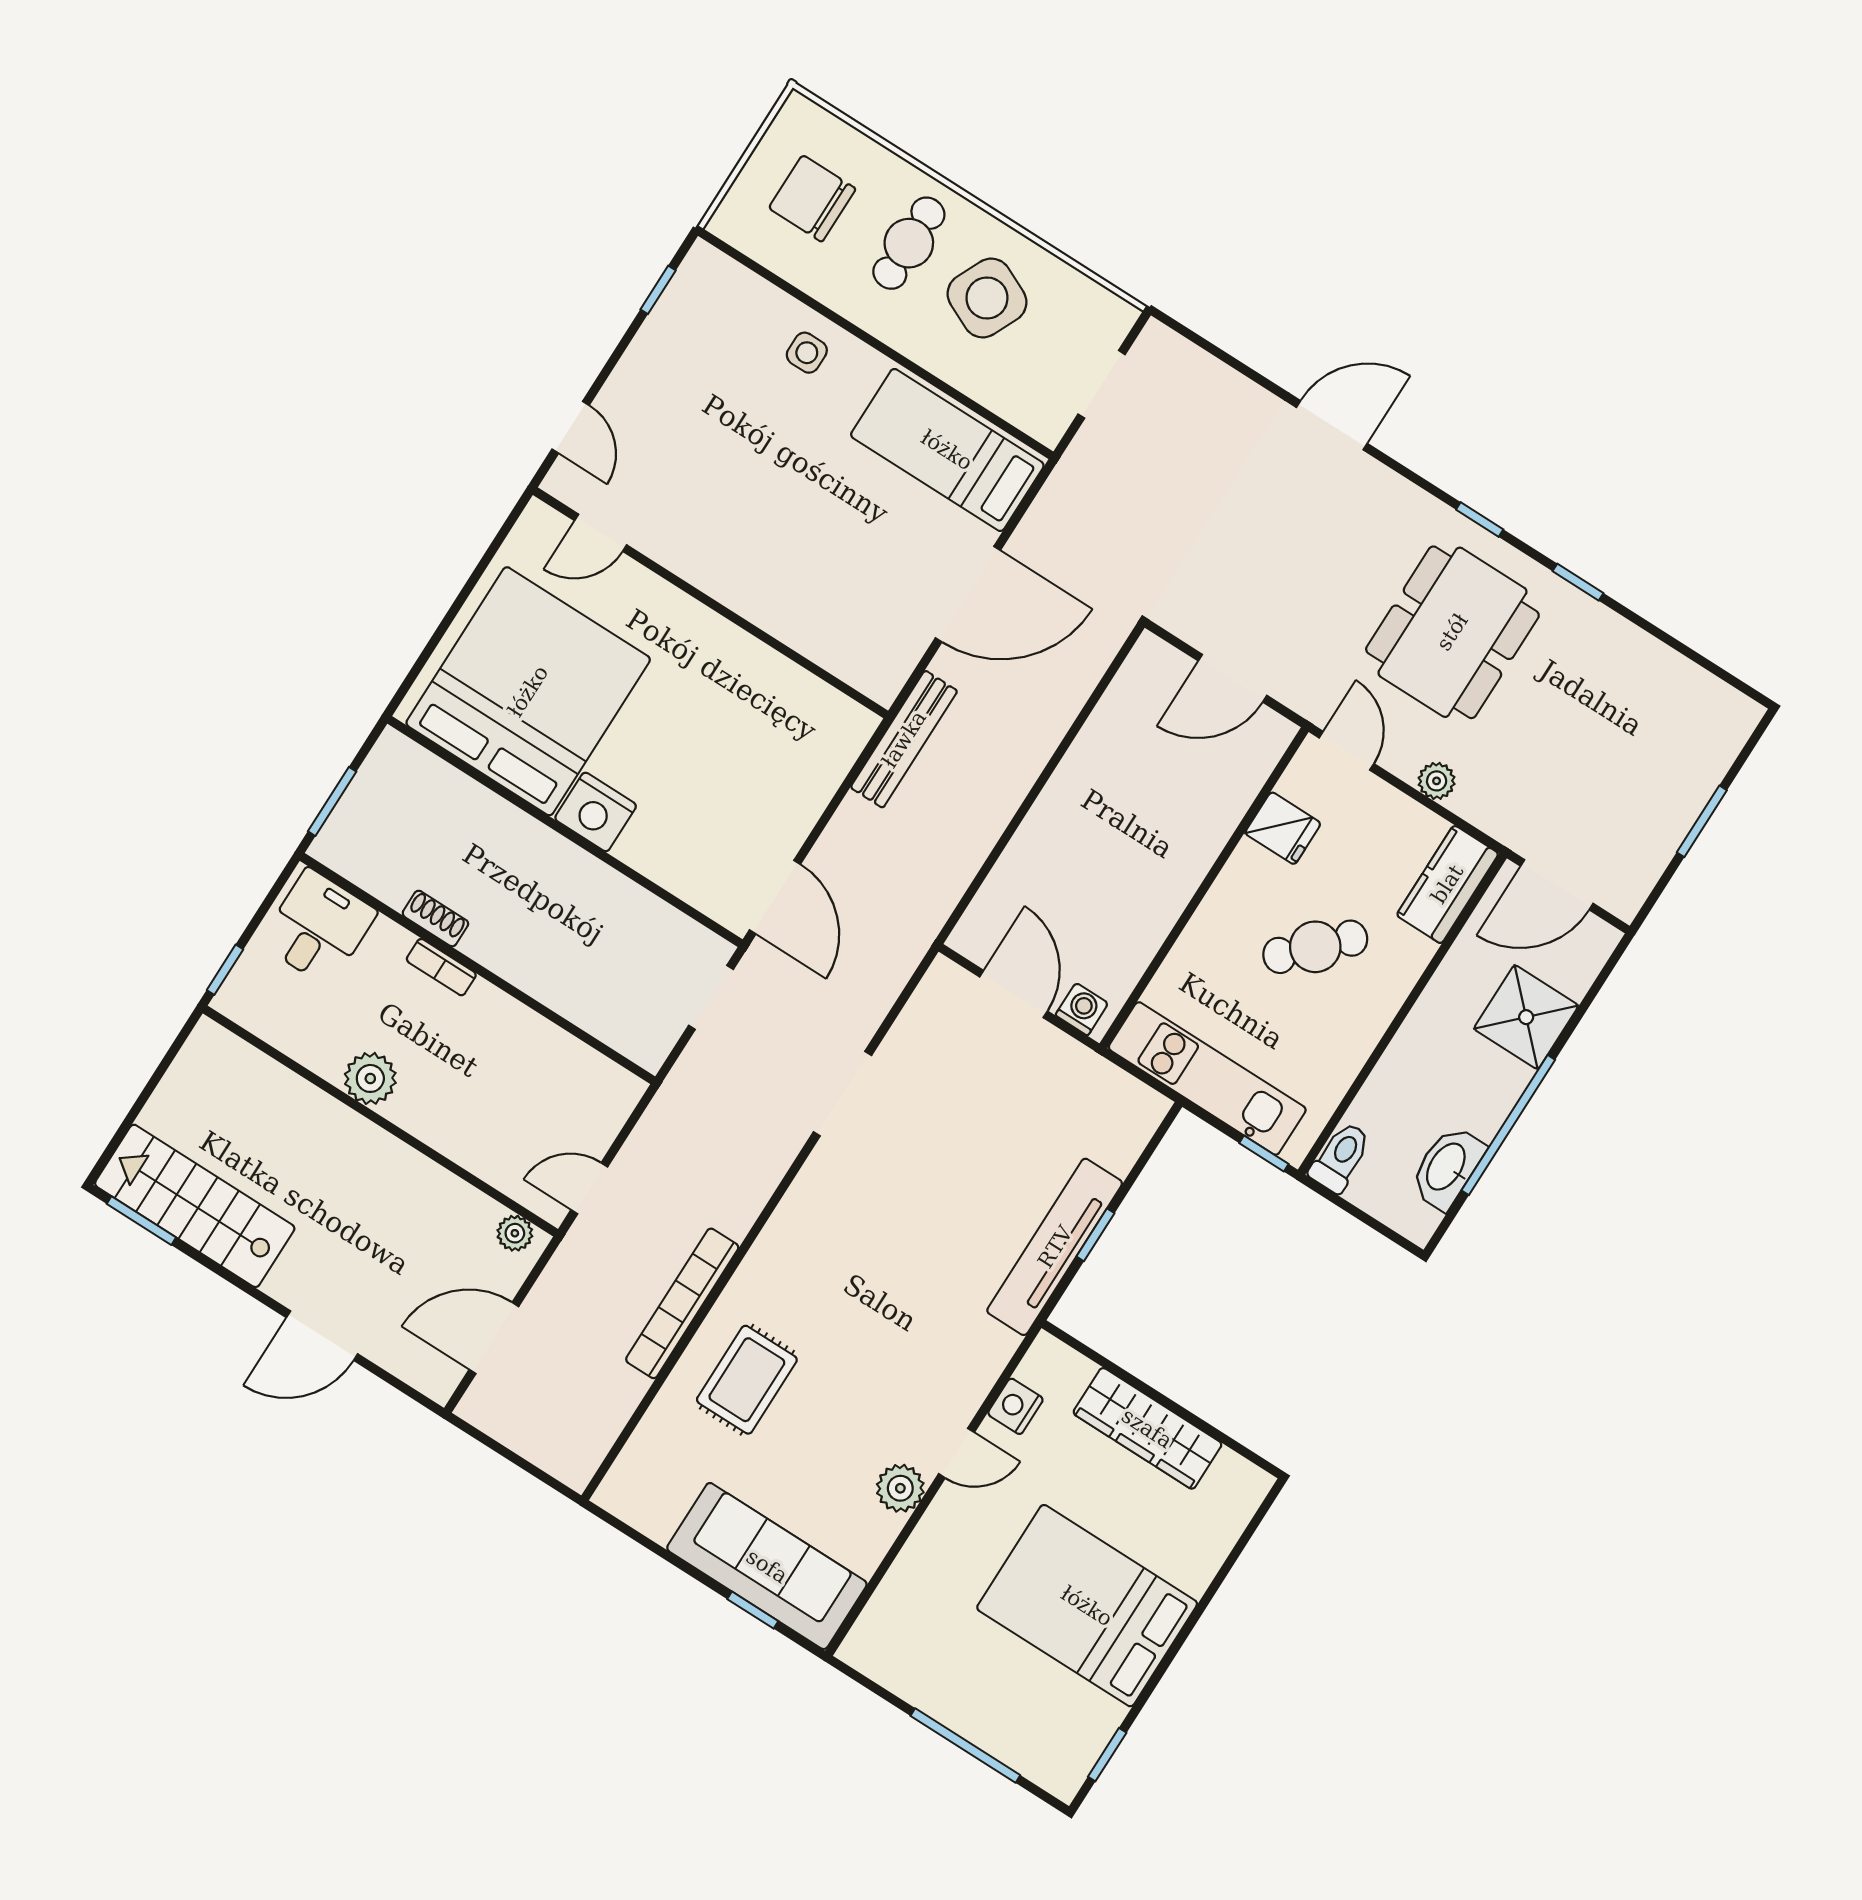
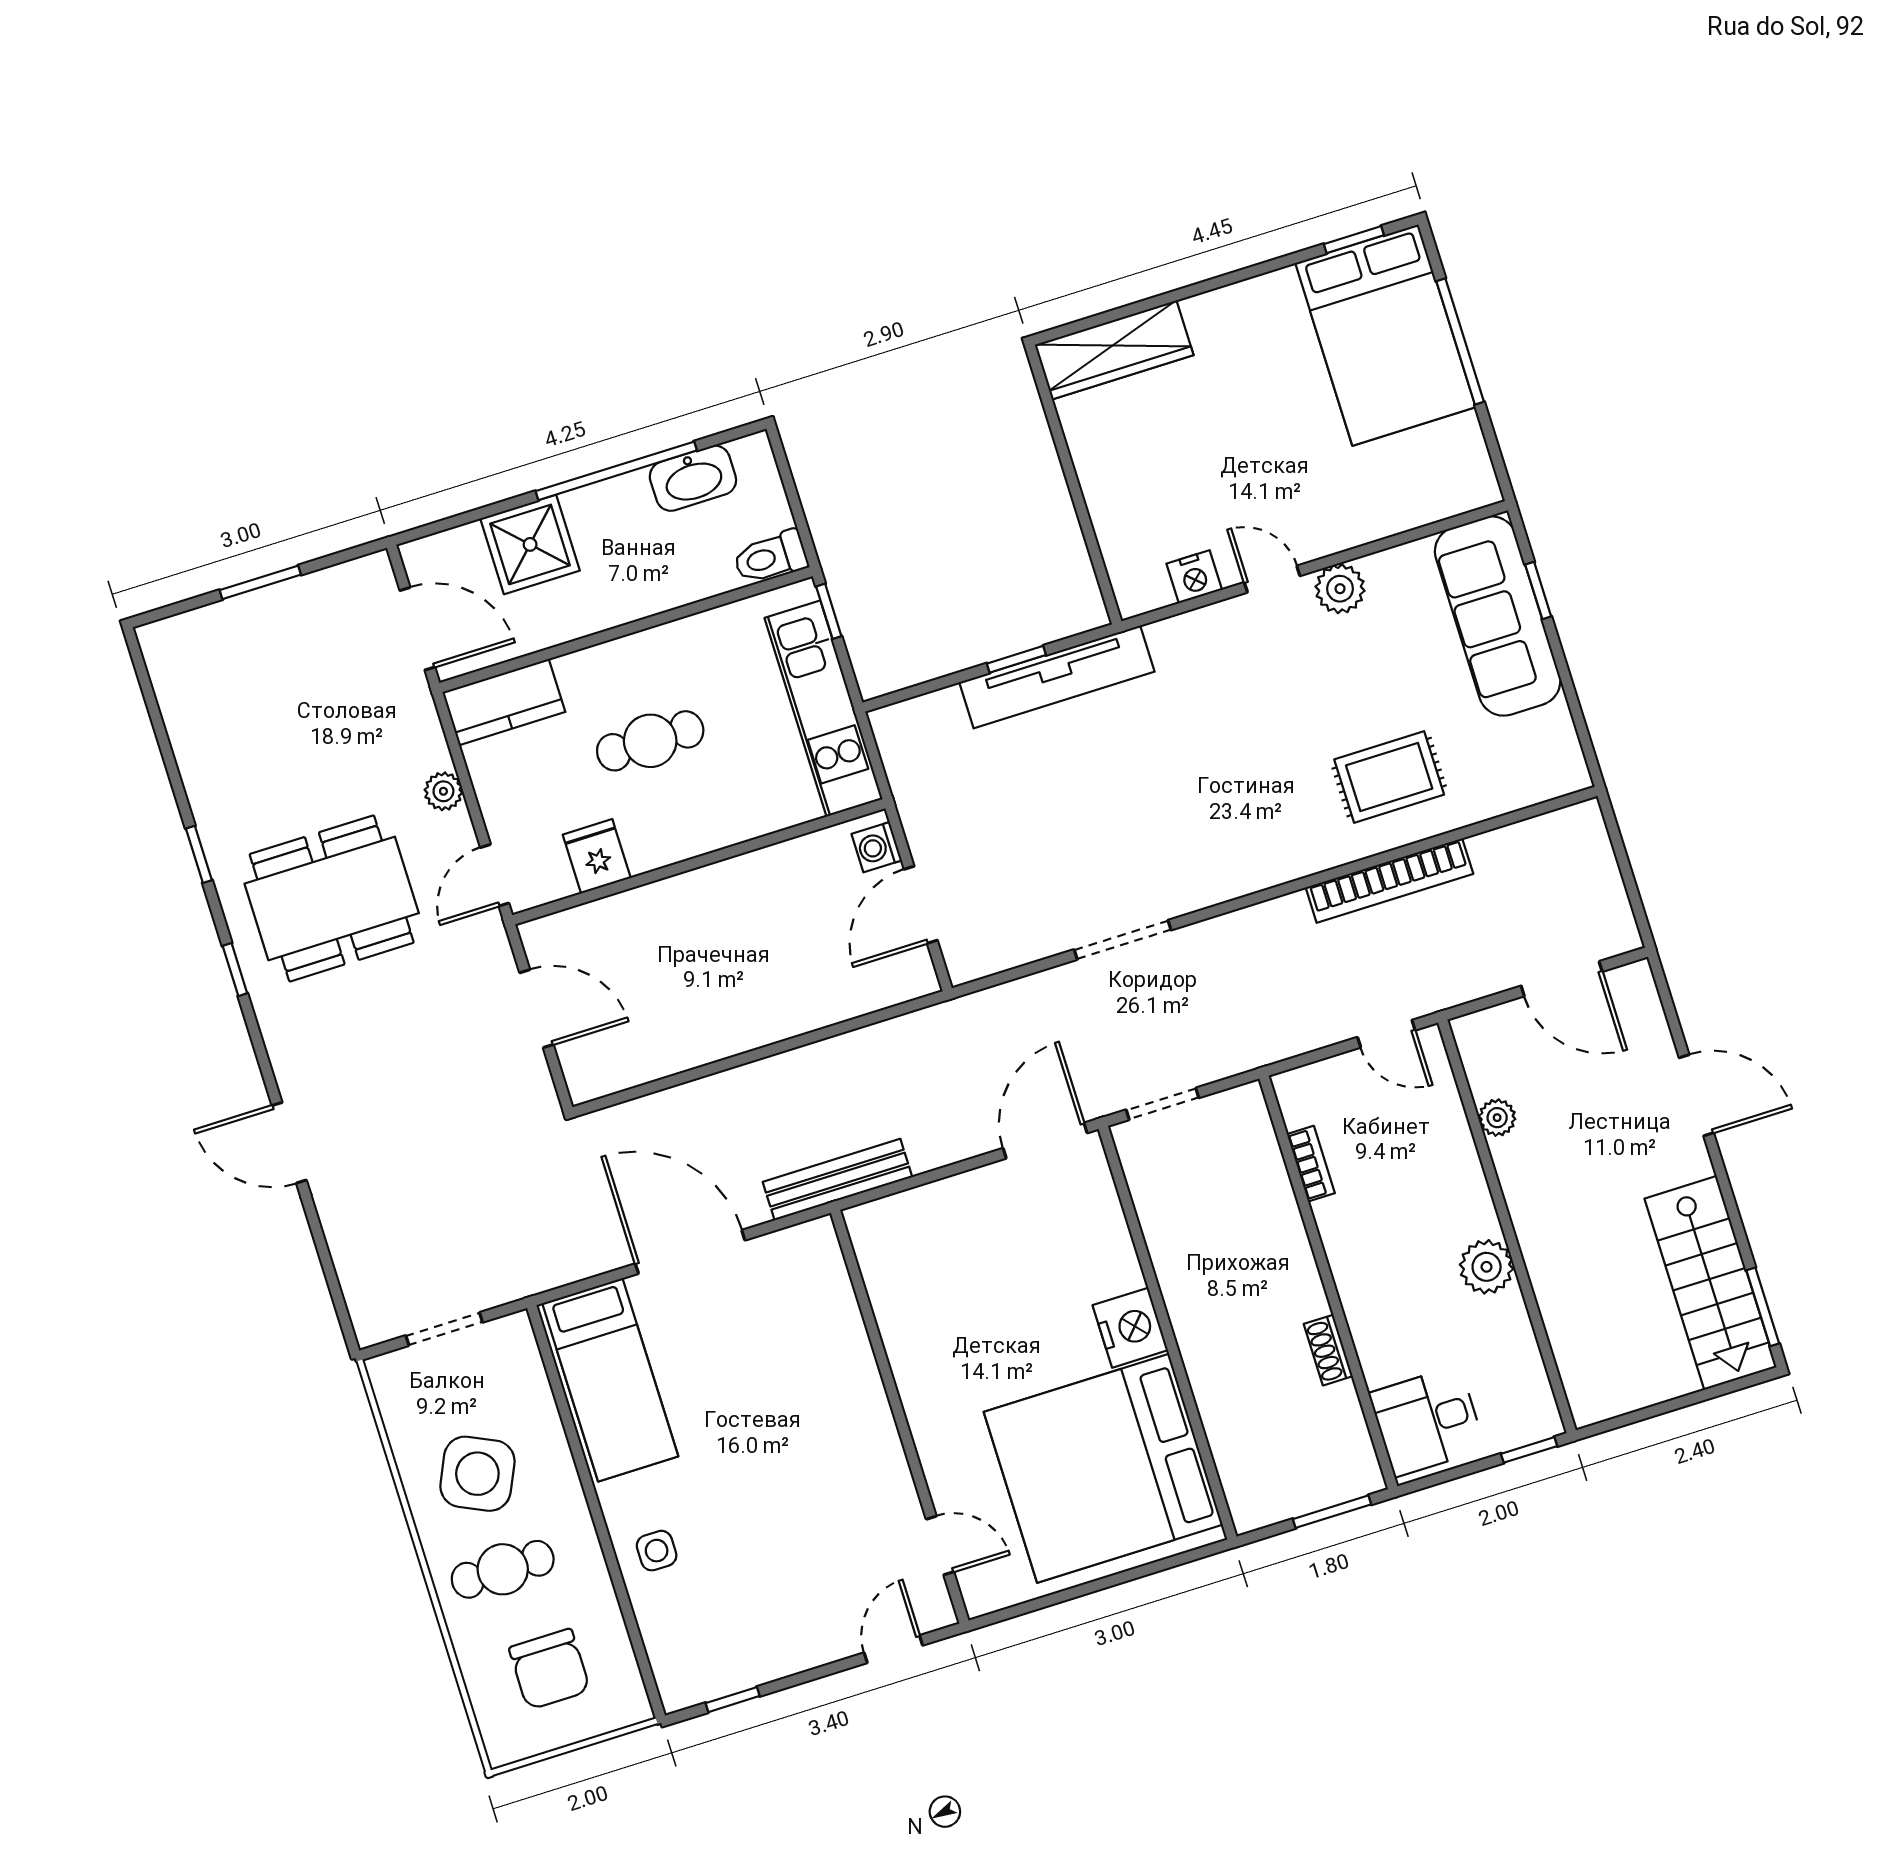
cafe table: (1315, 947) -> (650, 741), turned -44
bookcase: (441, 967) -> (1311, 1164), moved
plant: (515, 1233) -> (1497, 1118), moved
wardrobe: (1147, 1428) -> (1114, 350), moved, turned 90
bed: (1087, 1606) -> (1385, 335), moved

